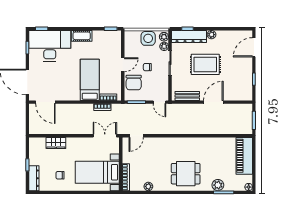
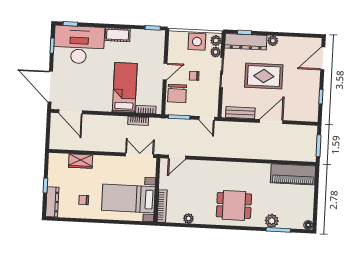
piano: (244, 156) -> (293, 174), moved, turned -90

